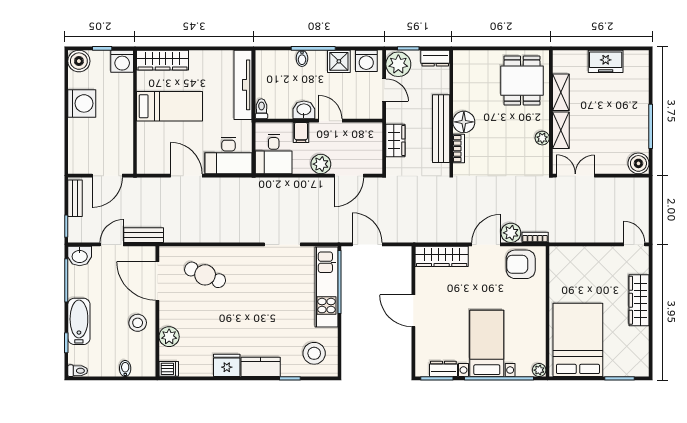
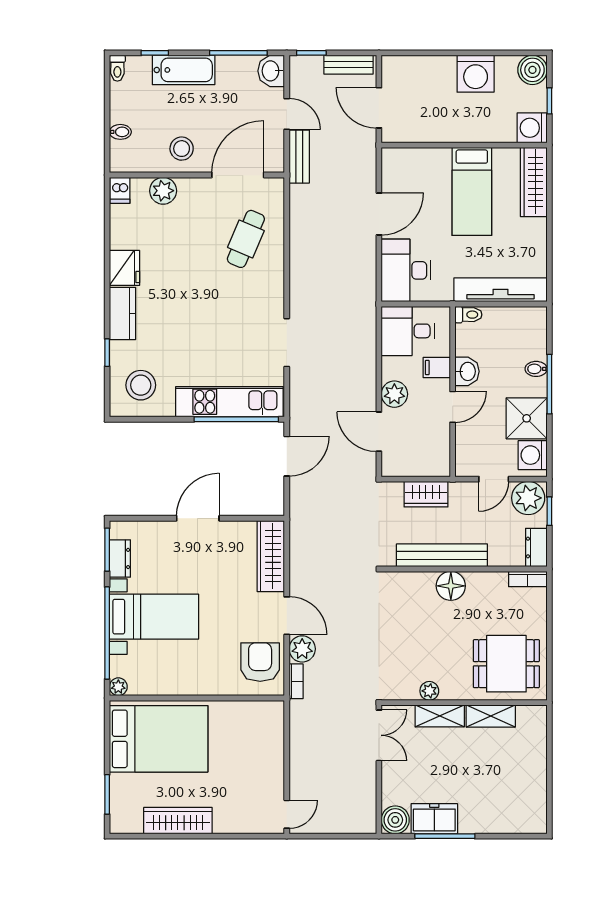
shower: (339, 61) -> (527, 418), width x1.36, depth x1.36
freezer: (606, 61) -> (434, 819), moved, turned 90
bookcase: (459, 149) -> (528, 579), moved
wardrobe: (639, 300) -> (178, 821), moved

